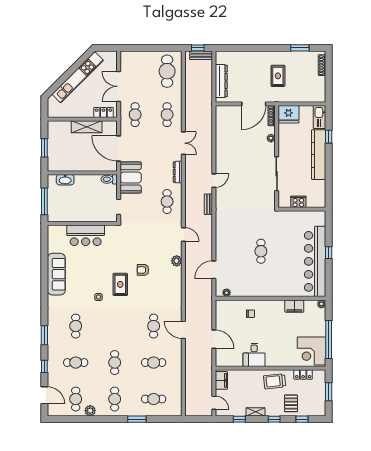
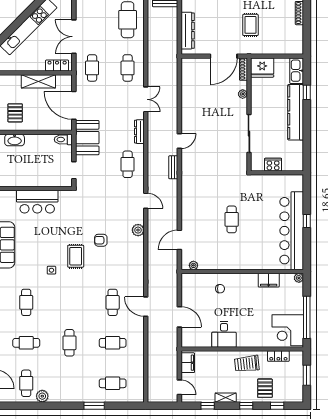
pallet: (66, 155) -> (15, 113), added
cafe table: (115, 399) -> (69, 383), removed

